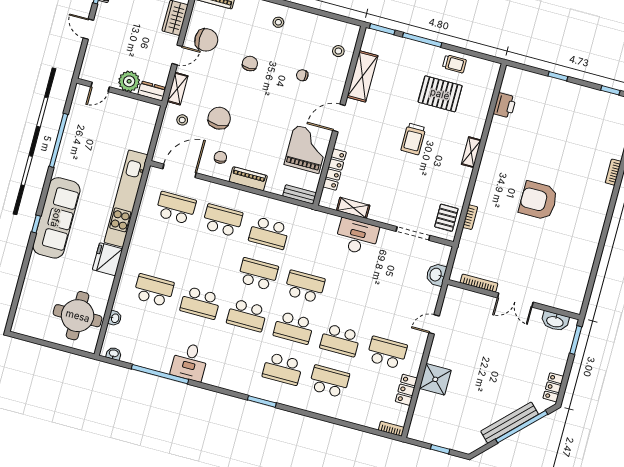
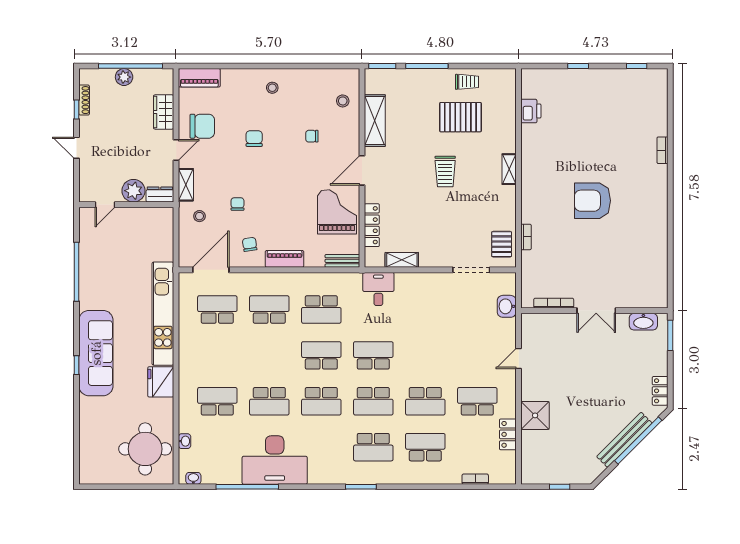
chair: (219, 118) -> (237, 204), width x0.54, depth x0.54
desk: (357, 237) -> (378, 289), moved, width x0.73
desk: (190, 362) -> (275, 460), width x1.87, depth x1.30
bookcase: (391, 429) -> (475, 479), moved

